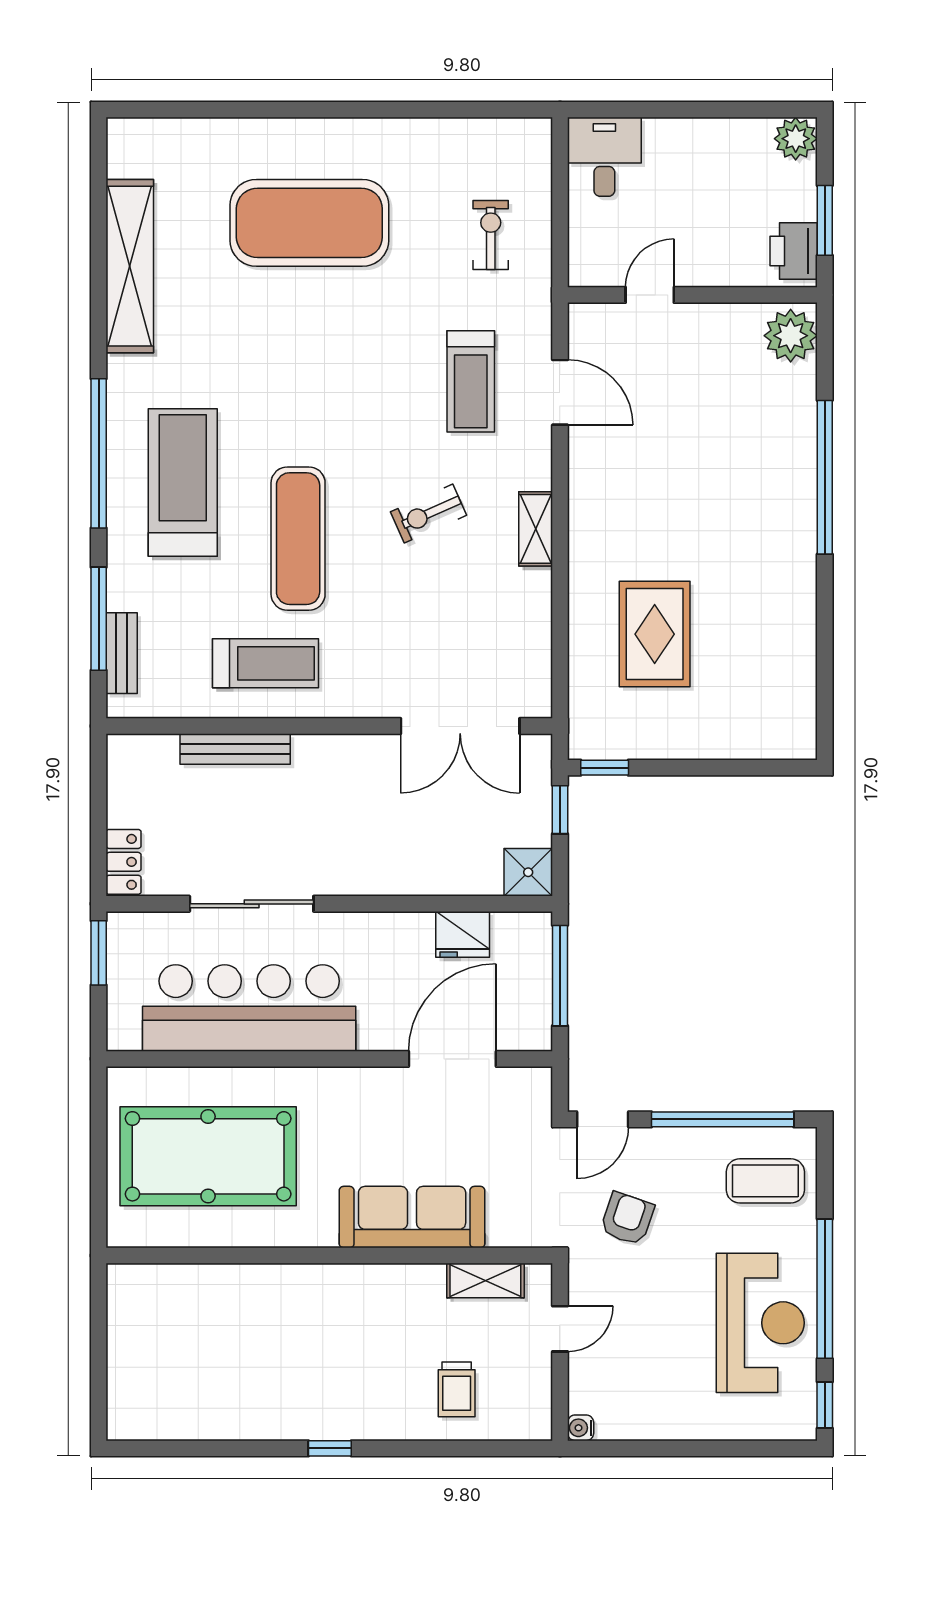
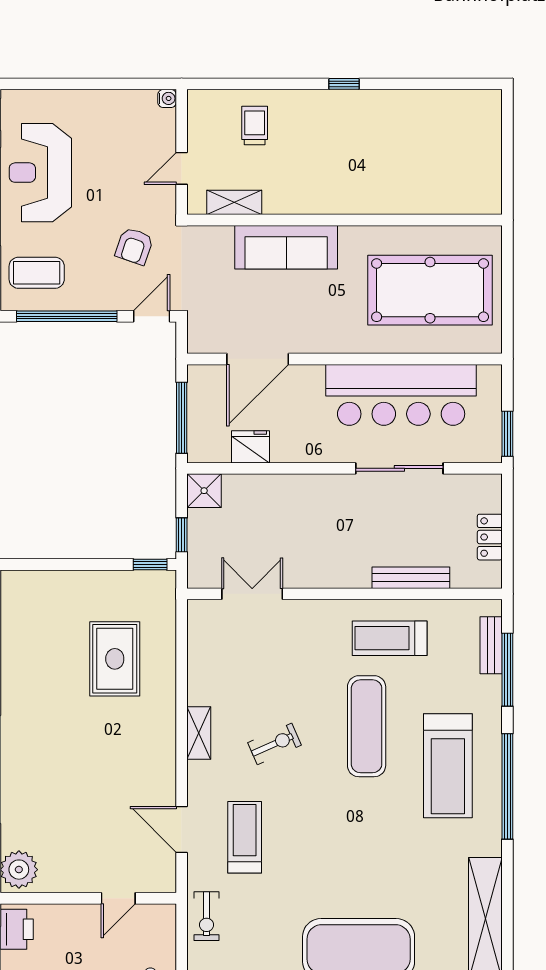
exercise bike: (491, 235) -> (207, 916), moved
double door: (460, 726) -> (252, 594), width x0.73
locker: (124, 862) -> (490, 537), moved

